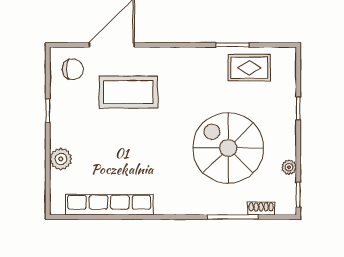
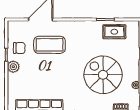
chair: (73, 69) -> (19, 48), moved
plant: (61, 159) -> (13, 67), moved

